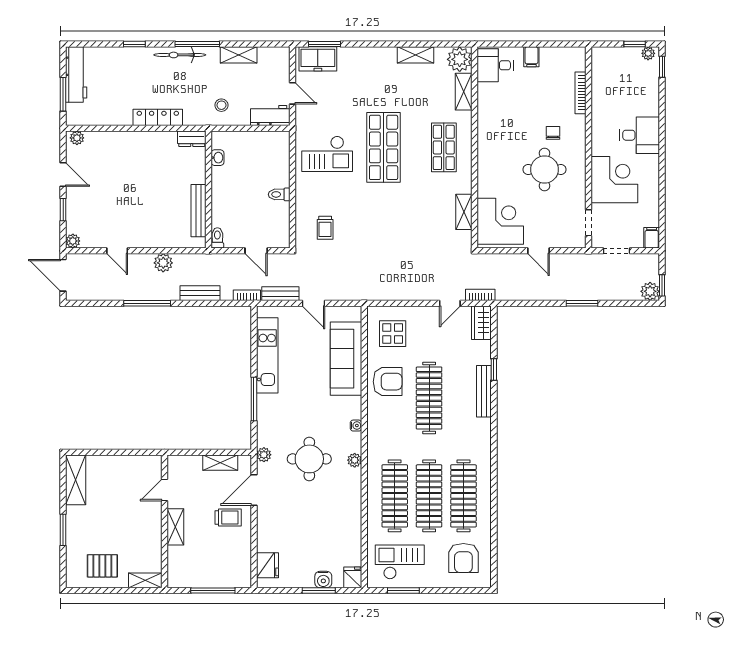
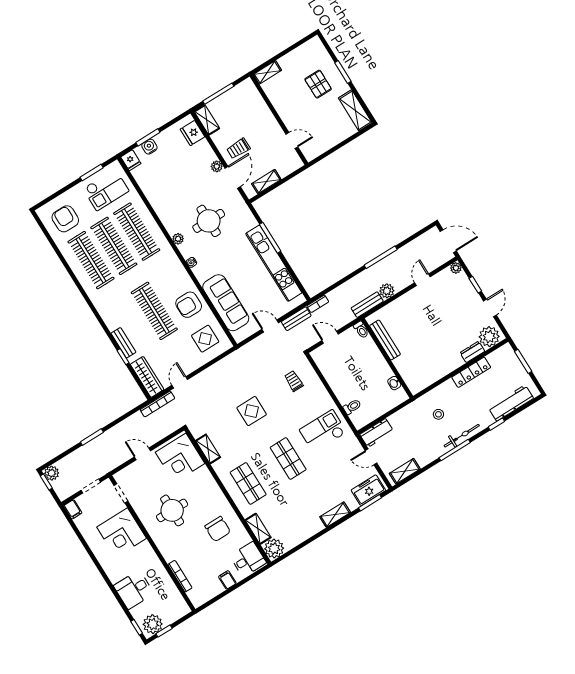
plant: (648, 53) -> (153, 624), width x1.88, depth x1.88
shelving: (239, 55) -> (405, 471), moved
shelving: (415, 55) -> (335, 515), moved
workbench: (76, 75) -> (511, 403), moved, turned 90
stool: (221, 105) -> (438, 414), moved
locker: (158, 117) -> (471, 372), moved
chair: (553, 133) -> (218, 529), moved, width x1.87, depth x1.87
desk: (640, 135) -> (134, 590), moved
plant: (77, 138) -> (489, 337), width x1.88, depth x1.88
dresser: (192, 139) -> (472, 352), moved
shop shelf: (384, 147) -> (288, 459), width x0.70, depth x0.74
door: (63, 175) -> (490, 308), swing flipped
toilet: (279, 194) -> (352, 407), moved
display table: (391, 224) -> (252, 411), added
door: (117, 251) -> (422, 280), hinge flipped
bench: (200, 293) -> (367, 305), moved
bookcase: (480, 295) -> (157, 404), width x1.56
wardrobe: (481, 323) -> (147, 377), width x1.50
kitchen unit: (267, 355) -> (274, 263), width x1.36
bench: (484, 391) -> (123, 343), width x0.73
plant: (264, 455) -> (217, 166), moved
door: (165, 490) -> (292, 140), hinge flipped
shelving: (175, 527) -> (207, 120), moved
pallet: (102, 566) -> (318, 84), moved, turned 90

